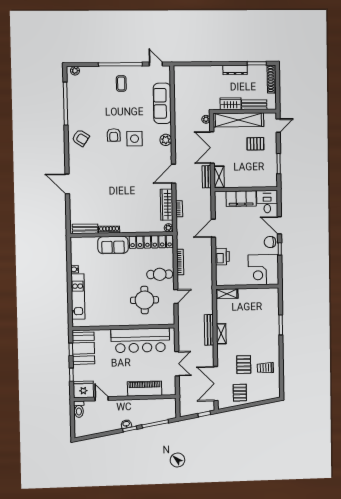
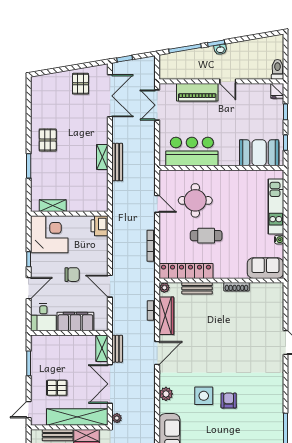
armchair: (81, 138) -> (268, 397), removed
double door: (212, 147) -> (110, 384), swing flipped
door: (279, 225) -> (29, 288), hinge flipped
door: (213, 228) -> (110, 286), swing flipped
bench: (85, 229) -> (197, 288), moved
chair: (270, 242) -> (72, 275), moved
sofa: (113, 245) -> (265, 268), moved
printer: (222, 257) -> (100, 226), moved
cafe table: (160, 274) -> (206, 236), moved
shelving: (227, 294) -> (53, 206), moved
door: (176, 297) -> (157, 204), swing flipped
bar counter: (140, 340) -> (192, 151), width x0.73
booth: (83, 348) -> (259, 153), moved, turned 90
double door: (177, 364) -> (157, 105), moved
pallet: (244, 365) -> (48, 140), moved
trolley: (265, 368) -> (48, 113), removed
fridge: (83, 389) -> (277, 91), width x0.53, depth x0.75
door: (102, 399) -> (228, 81), moved

